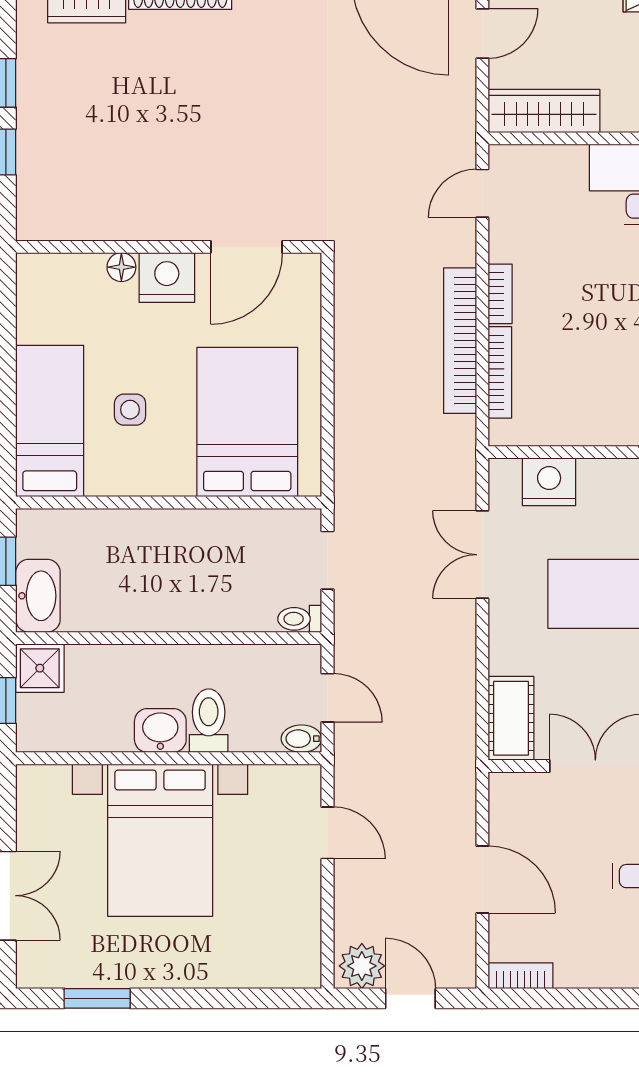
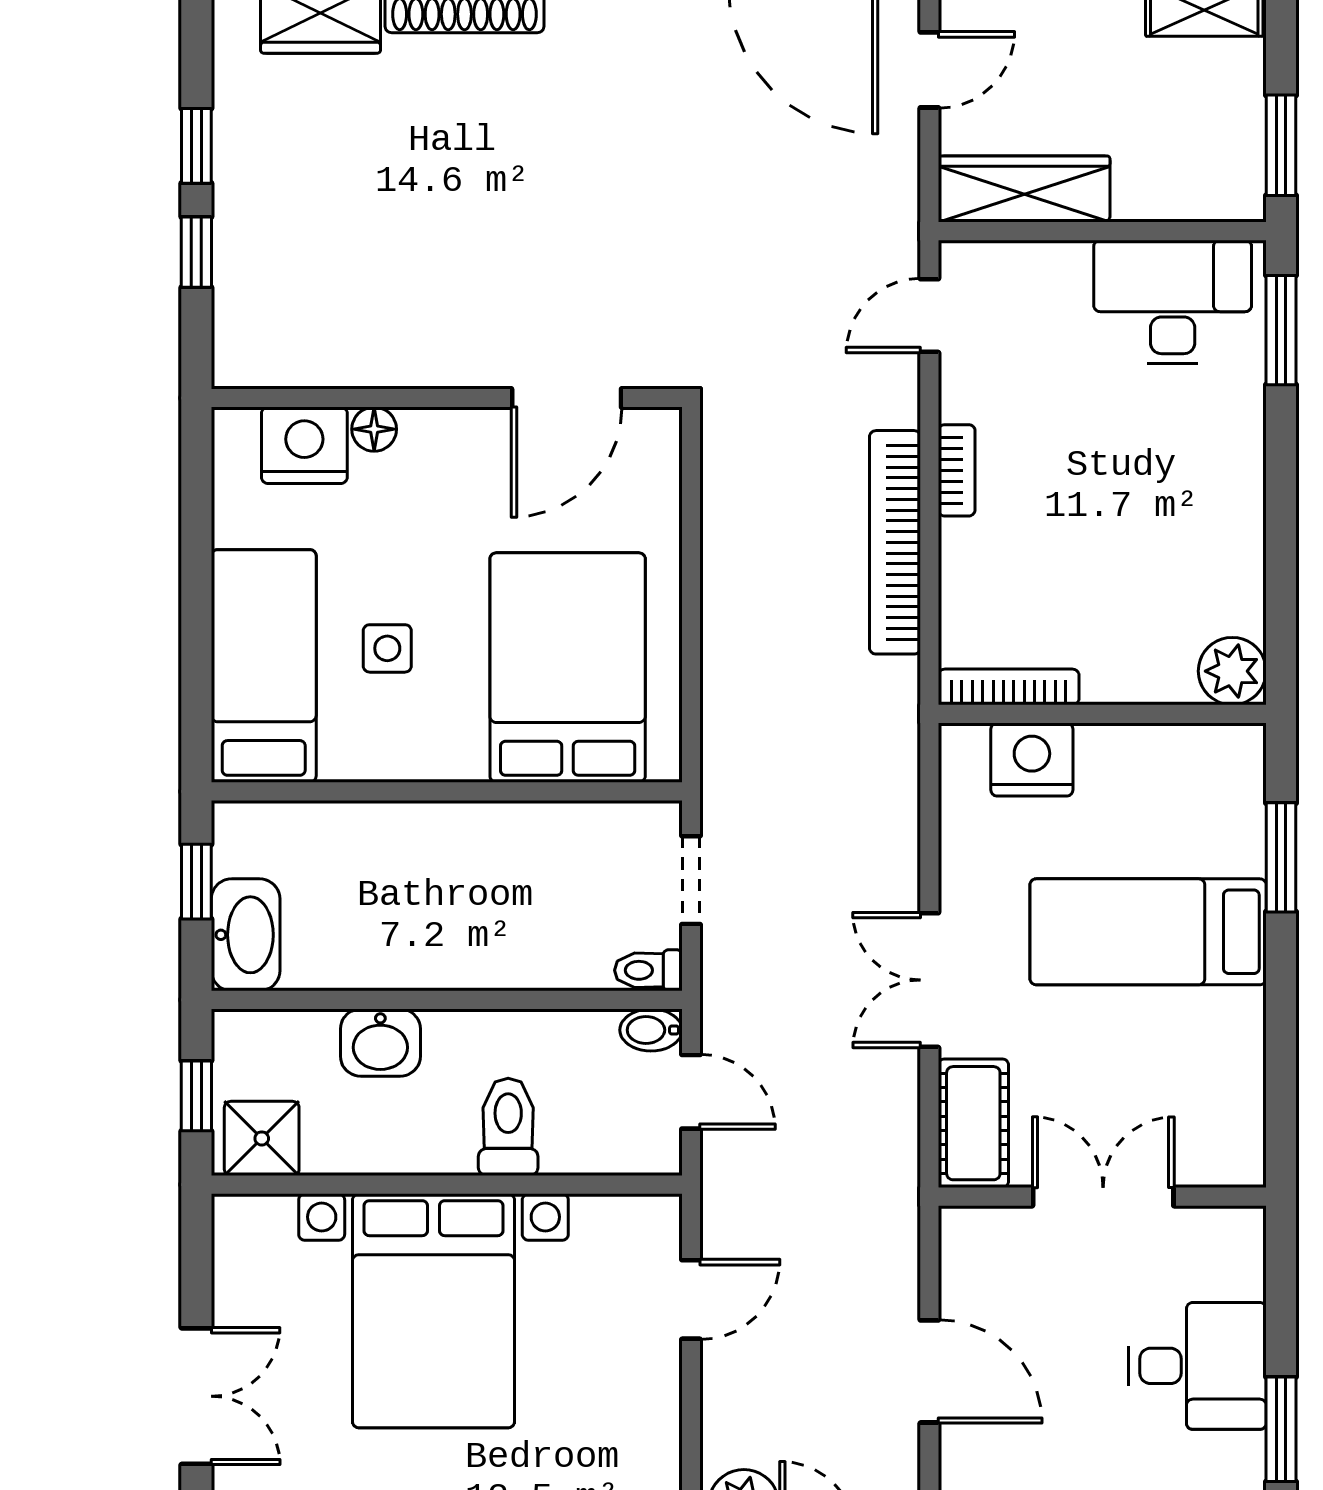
nightstand: (167, 278) -> (304, 445), moved
bookcase: (500, 372) -> (1009, 687), moved, turned -90
double door: (482, 555) -> (929, 980), moved
shower: (40, 668) -> (262, 1138), moved
washbasin: (160, 730) -> (380, 1043), moved, turned 180
bidet: (301, 739) -> (651, 1030), moved
door: (327, 833) -> (691, 1299), hinge flipped

